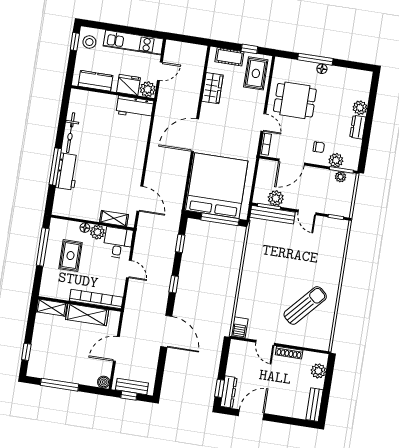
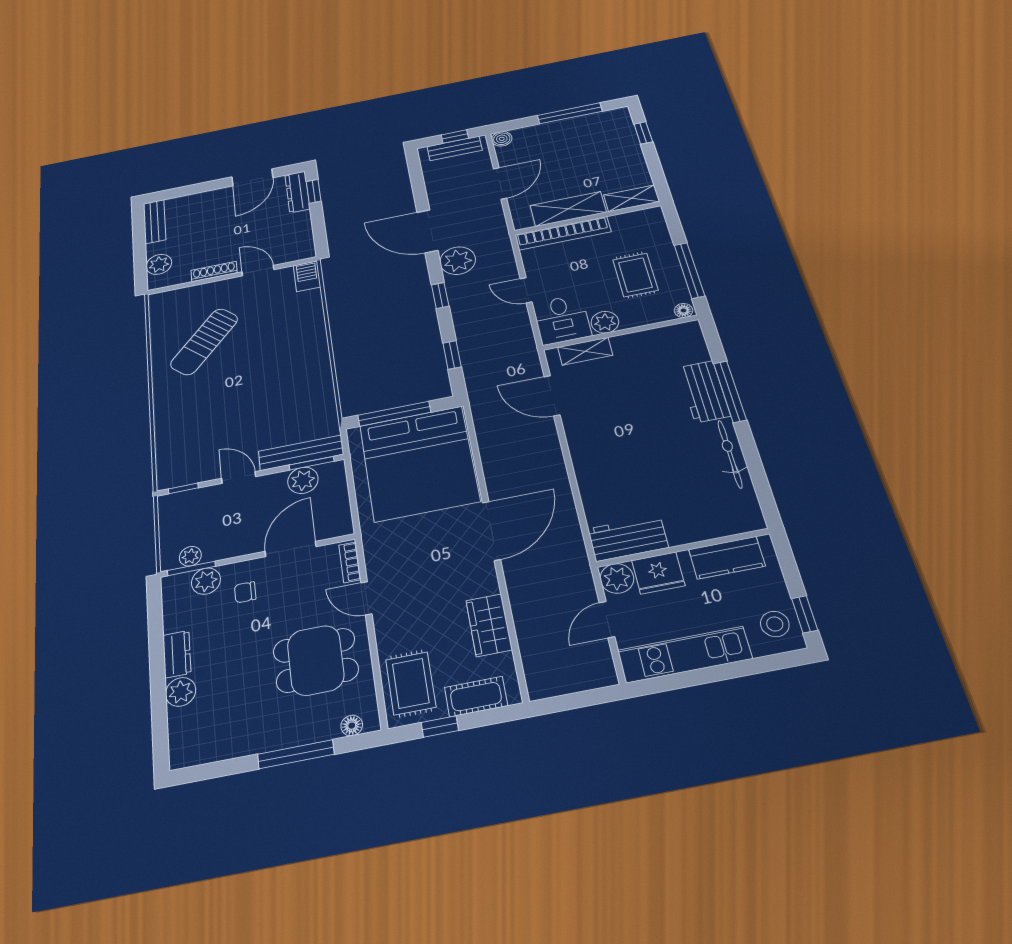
floor lamp: (322, 69) -> (352, 726), moved
floor lamp: (85, 228) -> (683, 310), moved
plant: (157, 304) -> (458, 261), added

